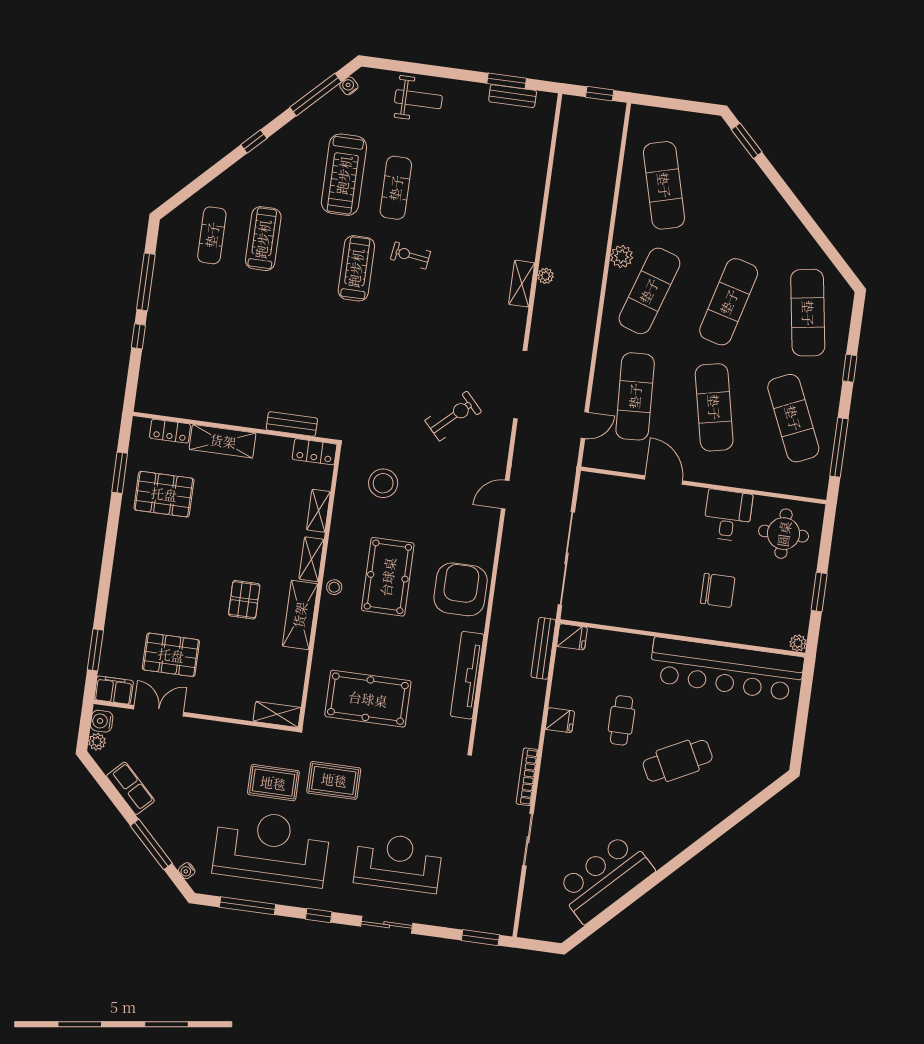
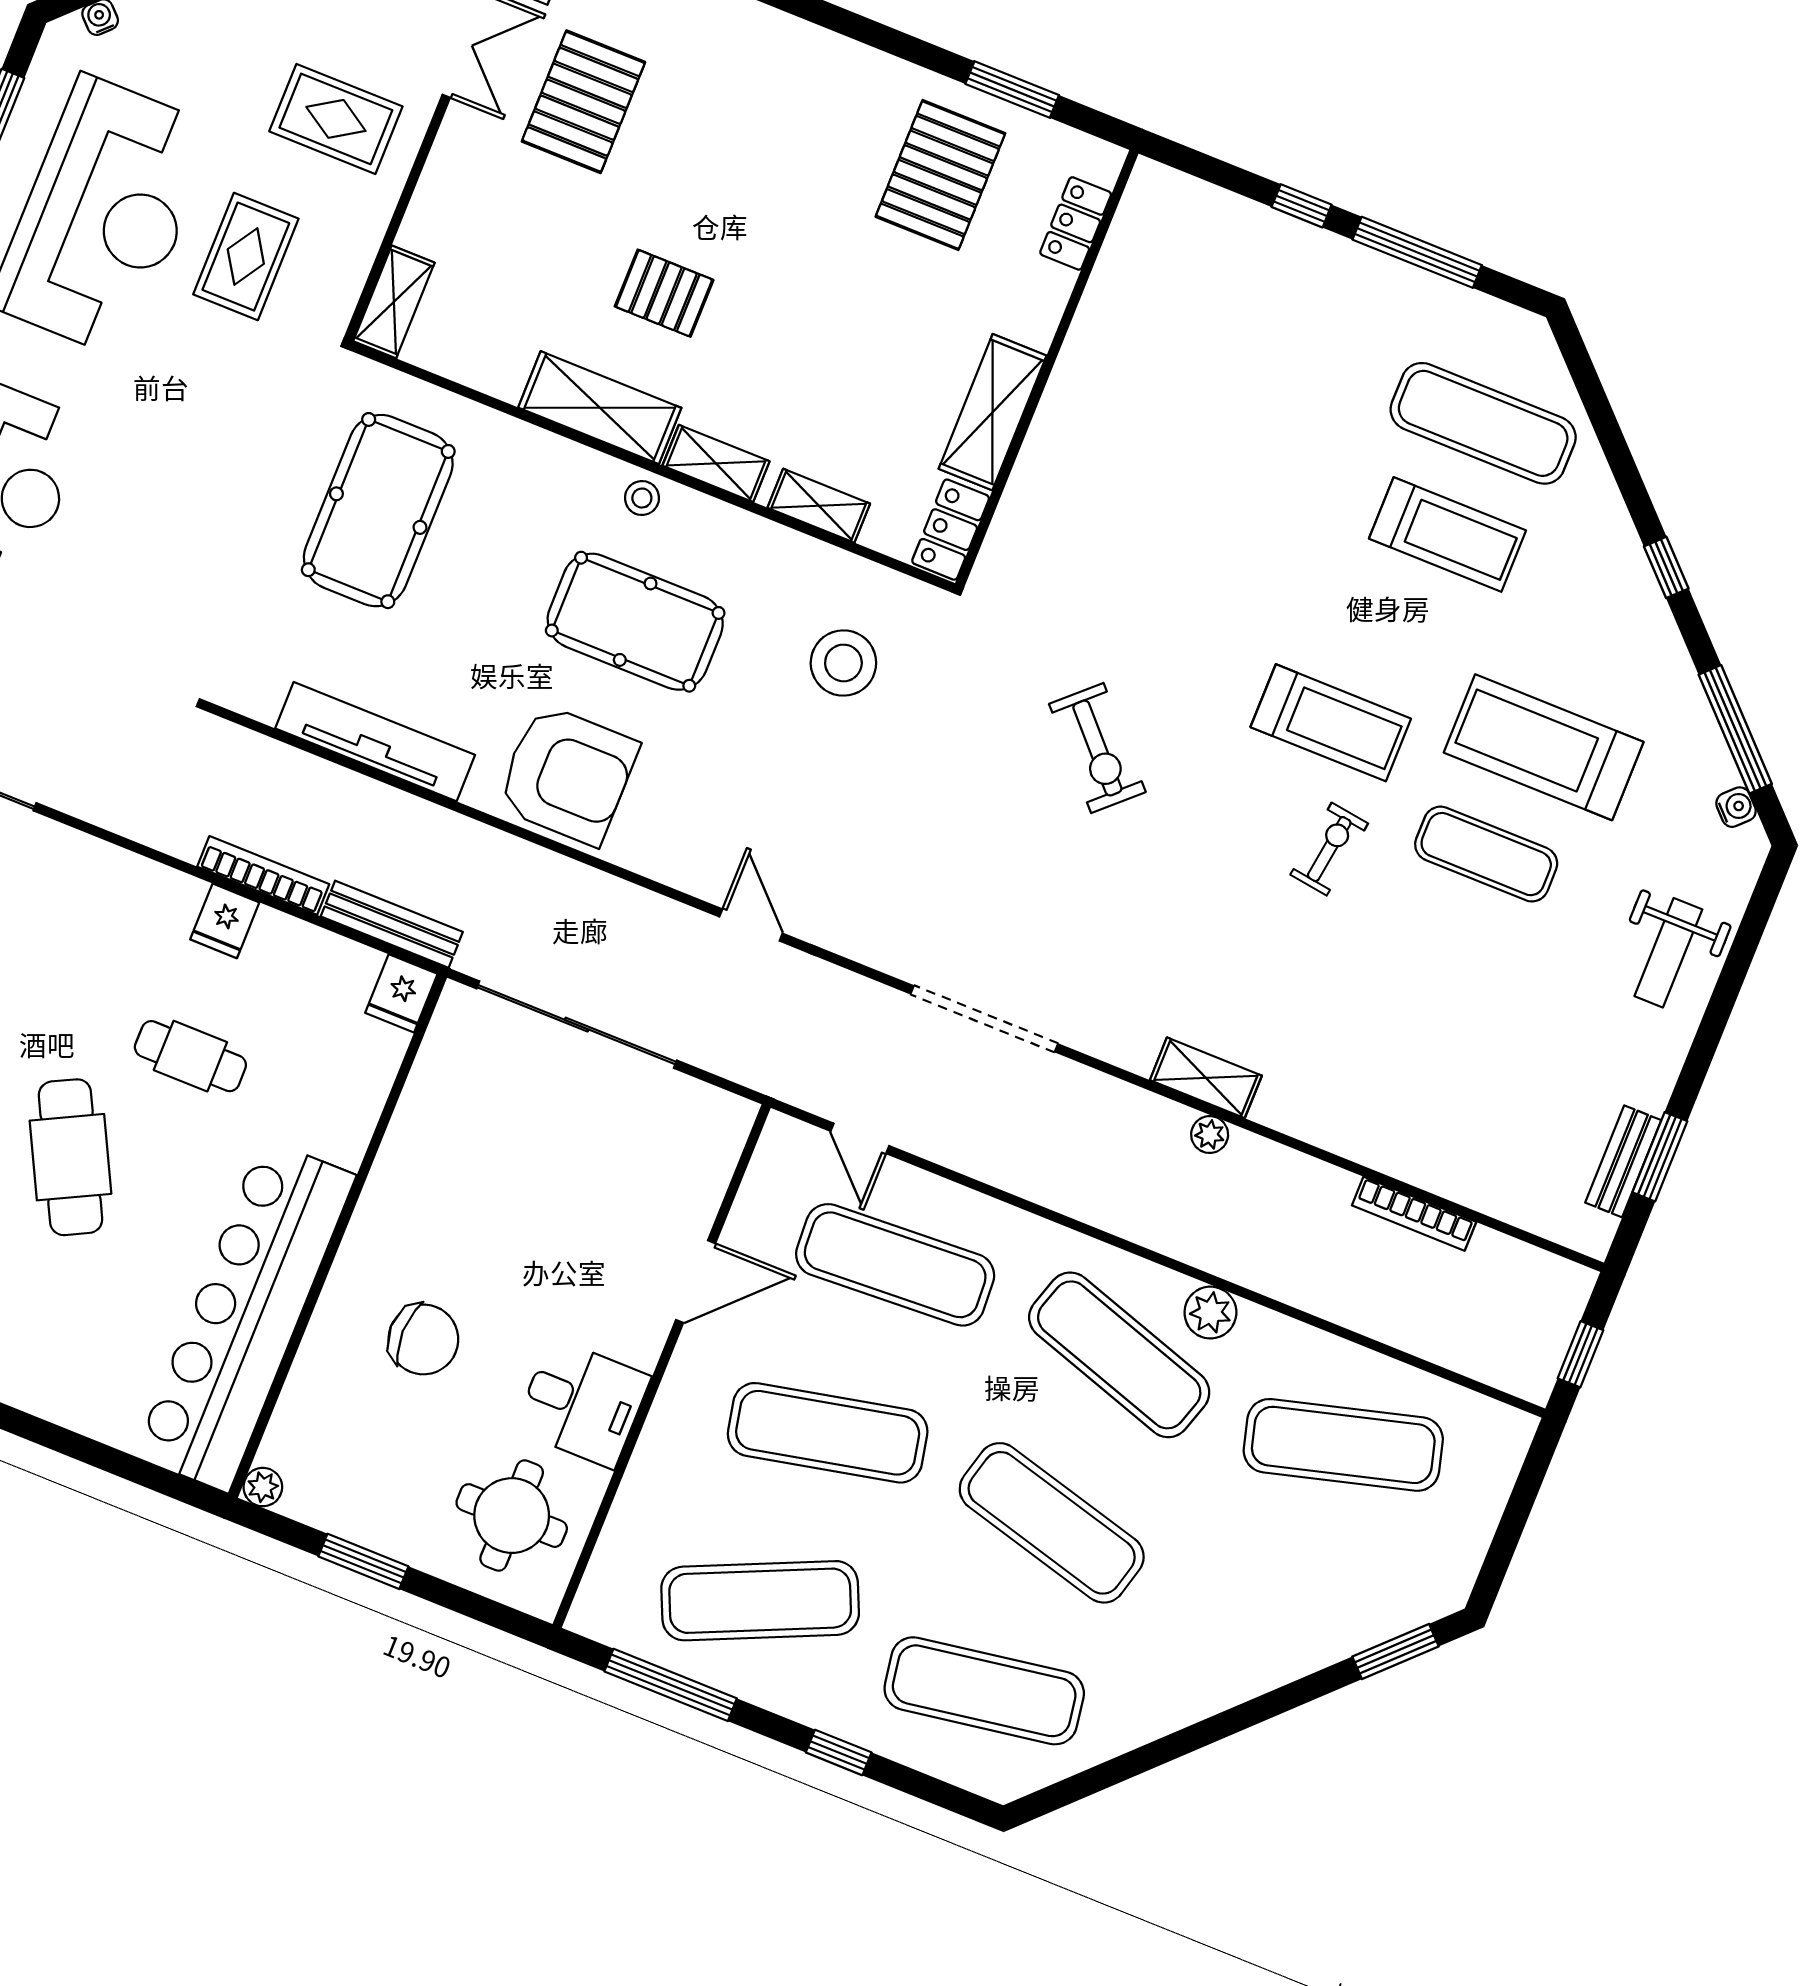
bookcase: (557, 180) -> (1414, 1214), added
exercise mat: (212, 235) -> (1483, 423), width x1.36, depth x1.45
exercise bike: (453, 416) -> (1097, 748), moved
bench: (292, 424) -> (1024, 495), removed
shelving: (223, 441) -> (993, 412), moved
chair: (718, 590) -> (423, 1339), turned -90
bookcase: (527, 777) -> (263, 875), moved
rug: (334, 780) -> (336, 119), moved, turned 90

